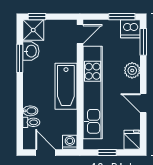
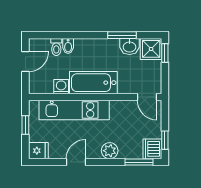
window: (122, 17) -> (165, 140), width x0.67
kitchen unit: (93, 93) -> (74, 110), width x0.73
washing machine: (70, 142) -> (61, 87), moved, turned -90

